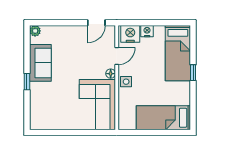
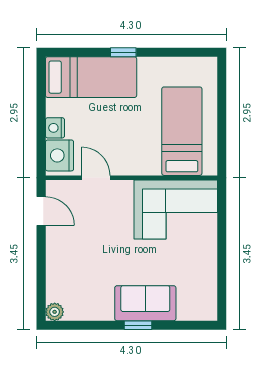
sofa: (40, 63) -> (145, 303), moved
floor lamp: (111, 74) -> (125, 188), removed
side table: (126, 82) -> (138, 162), removed
bed: (163, 118) -> (182, 131), moved, turned 180

